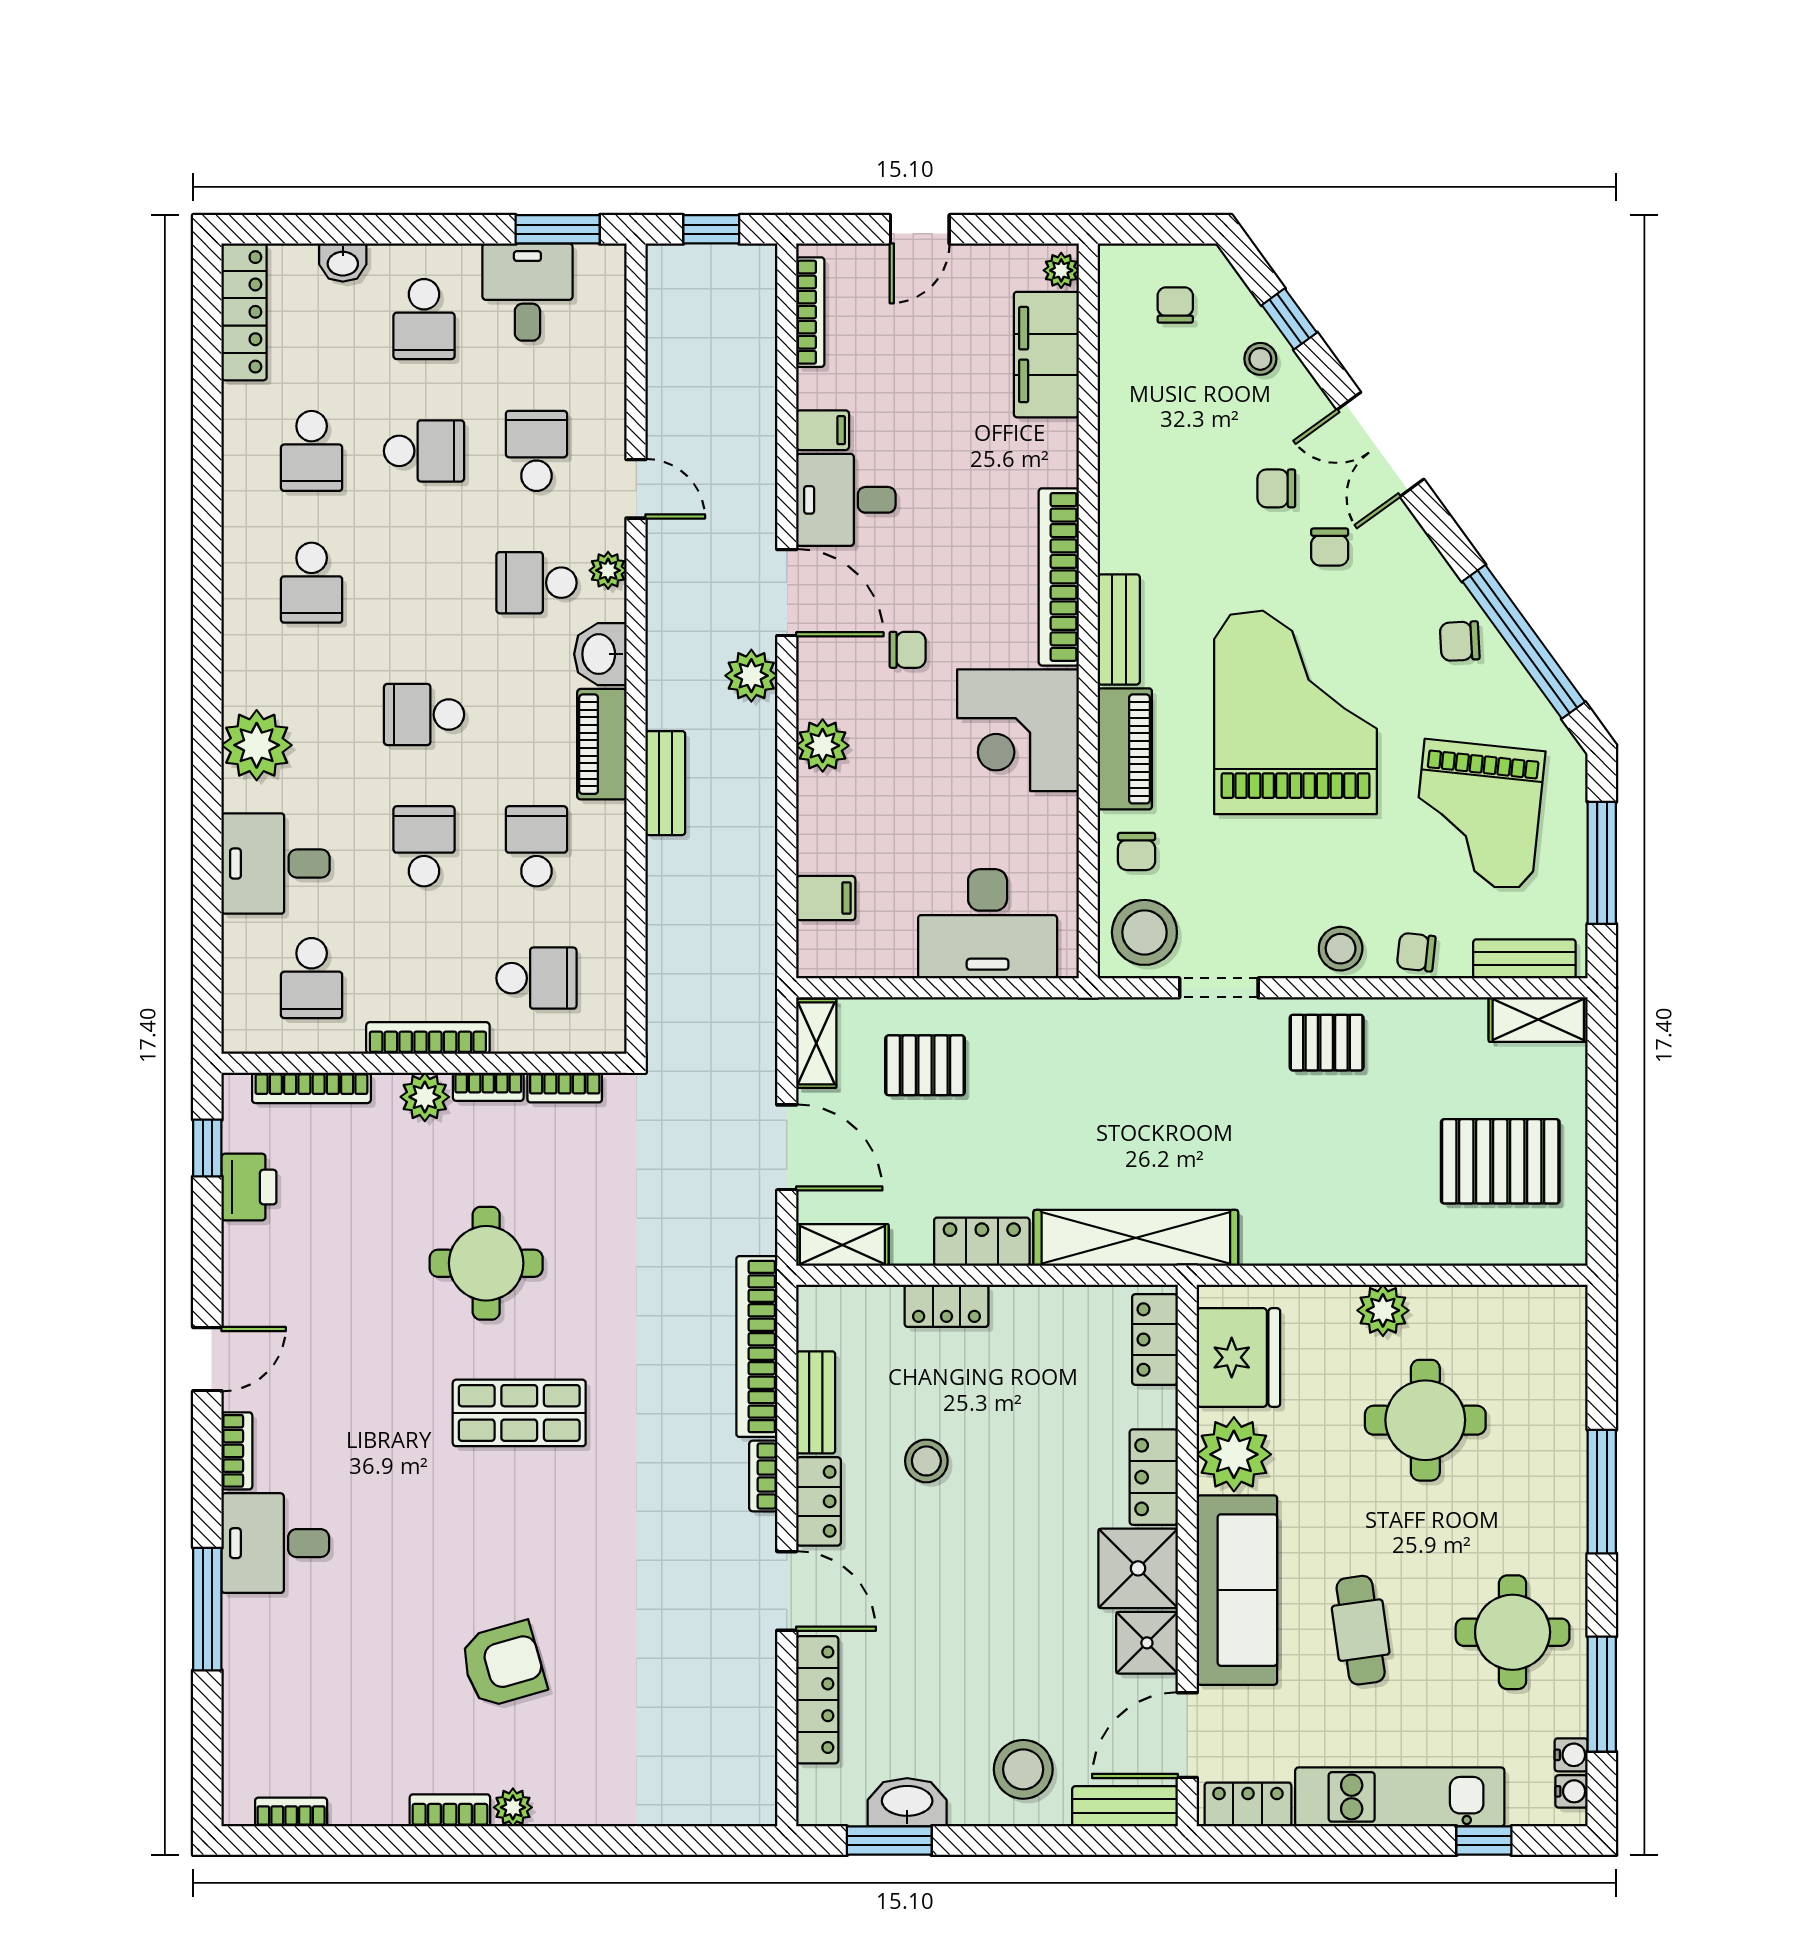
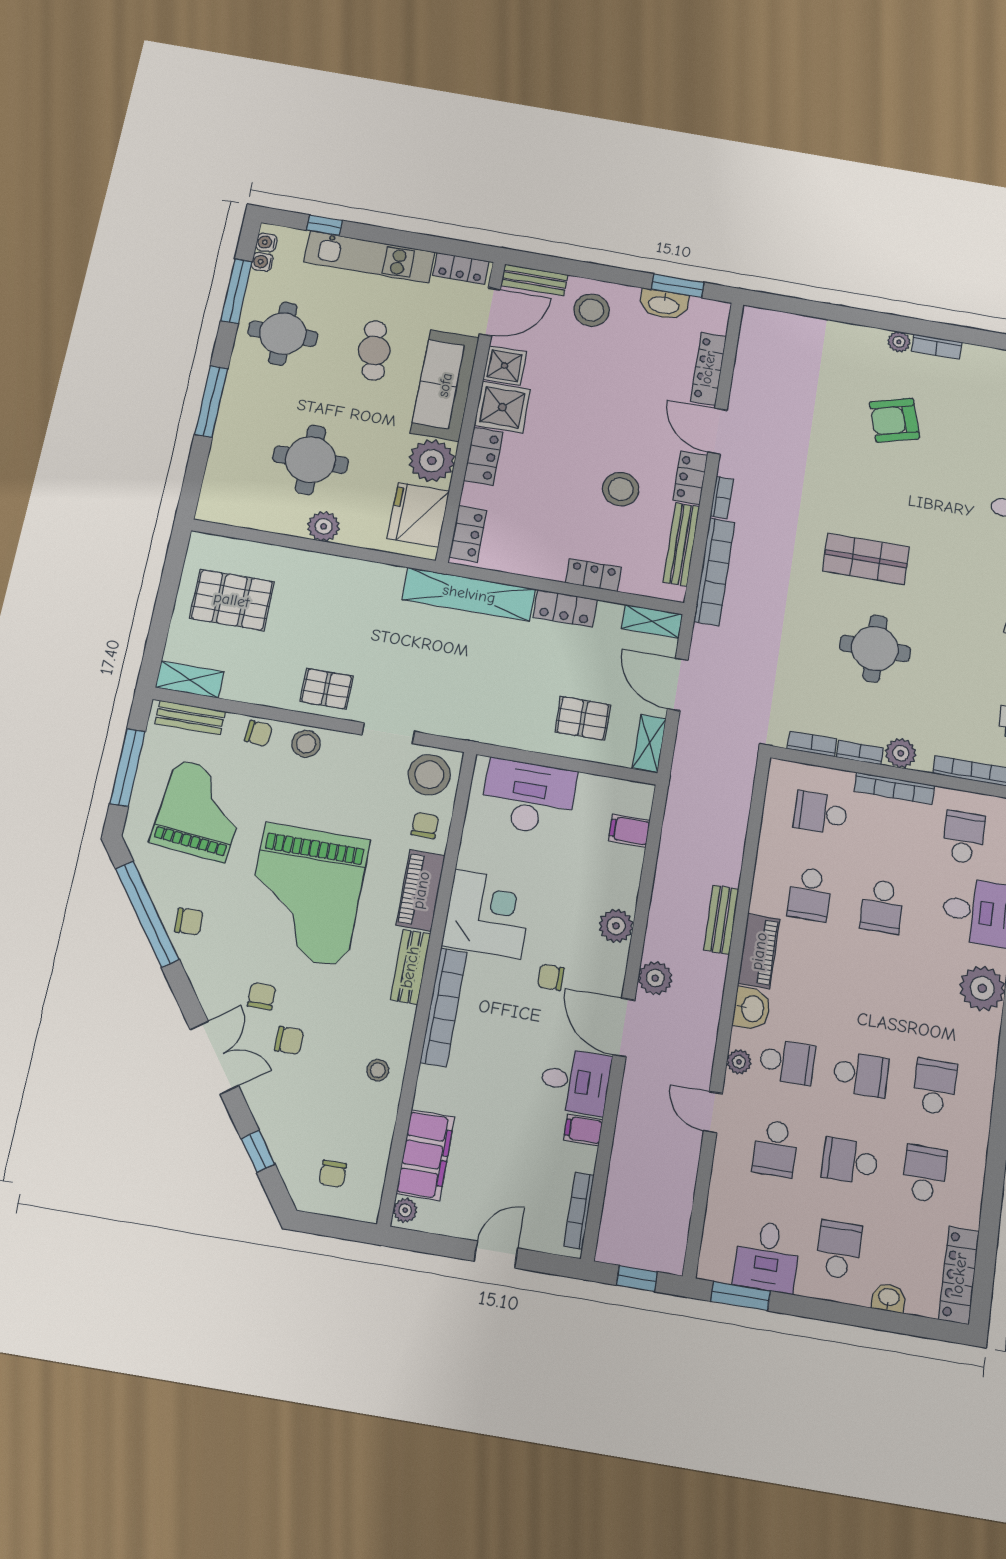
stool: (1260, 359) -> (378, 1070), moved
school desk: (424, 714) -> (861, 1074), moved
bench: (816, 1402) -> (681, 544), width x1.36
stool: (926, 1461) -> (621, 489), width x1.38, depth x1.38

